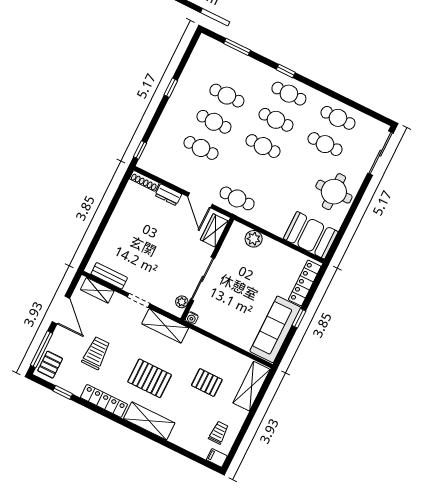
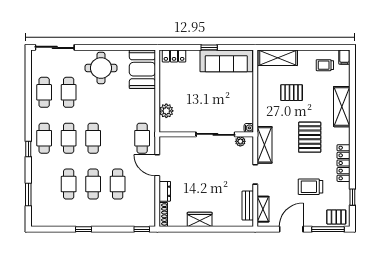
door: (200, 200) -> (157, 165), swing flipped
wardrobe: (214, 230) -> (200, 219), moved, turned 180
locker: (305, 283) -> (174, 56), width x0.66
pallet: (207, 383) -> (292, 93), turned 90
shelving: (149, 421) -> (342, 107), moved

